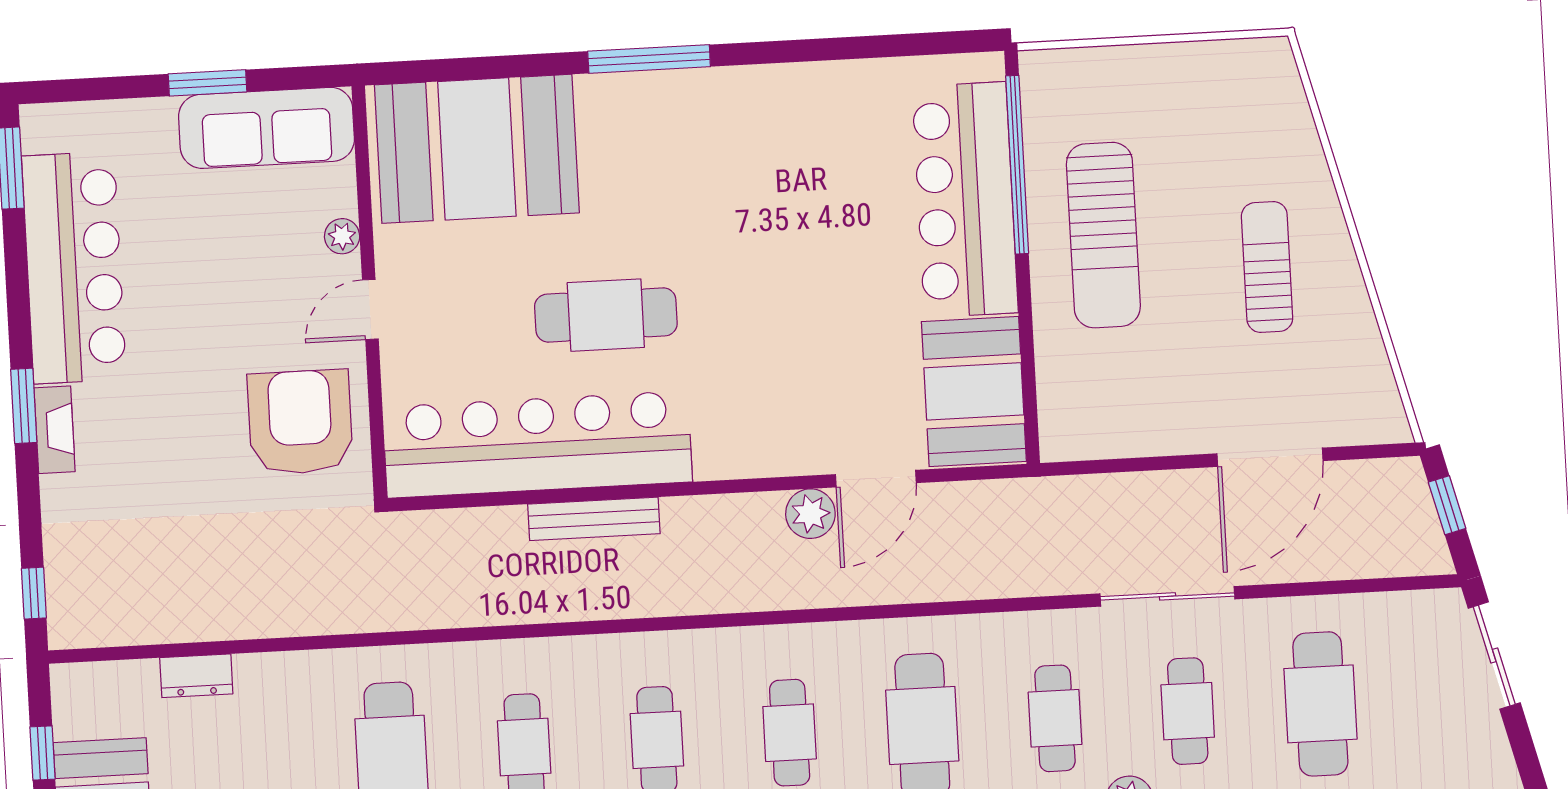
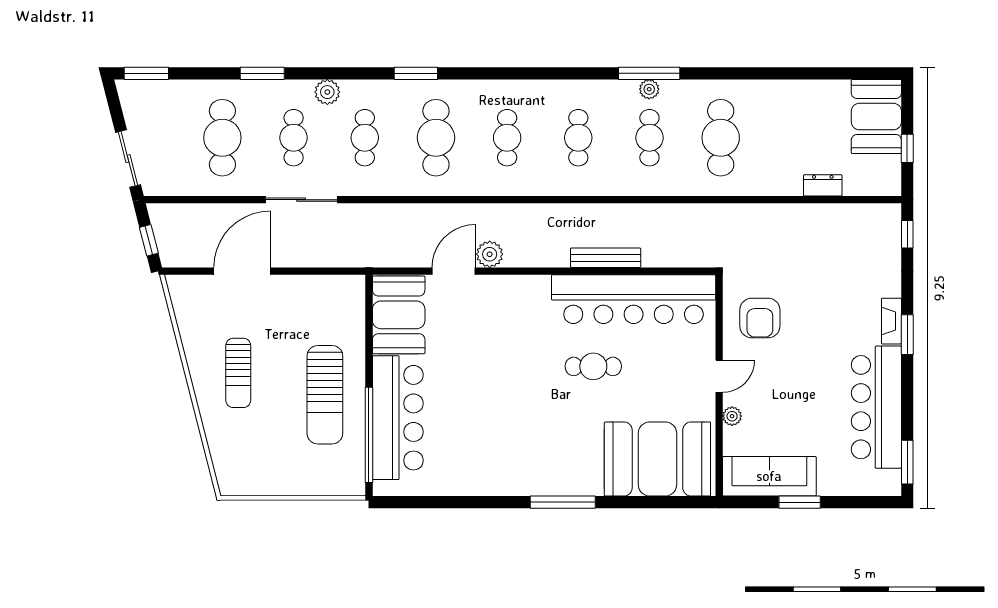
sun lounger: (1103, 235) -> (325, 395), turned 180
cafe table: (606, 315) -> (593, 366), width x0.73, depth x0.74
armchair: (300, 422) -> (760, 318), width x0.73, depth x0.73

